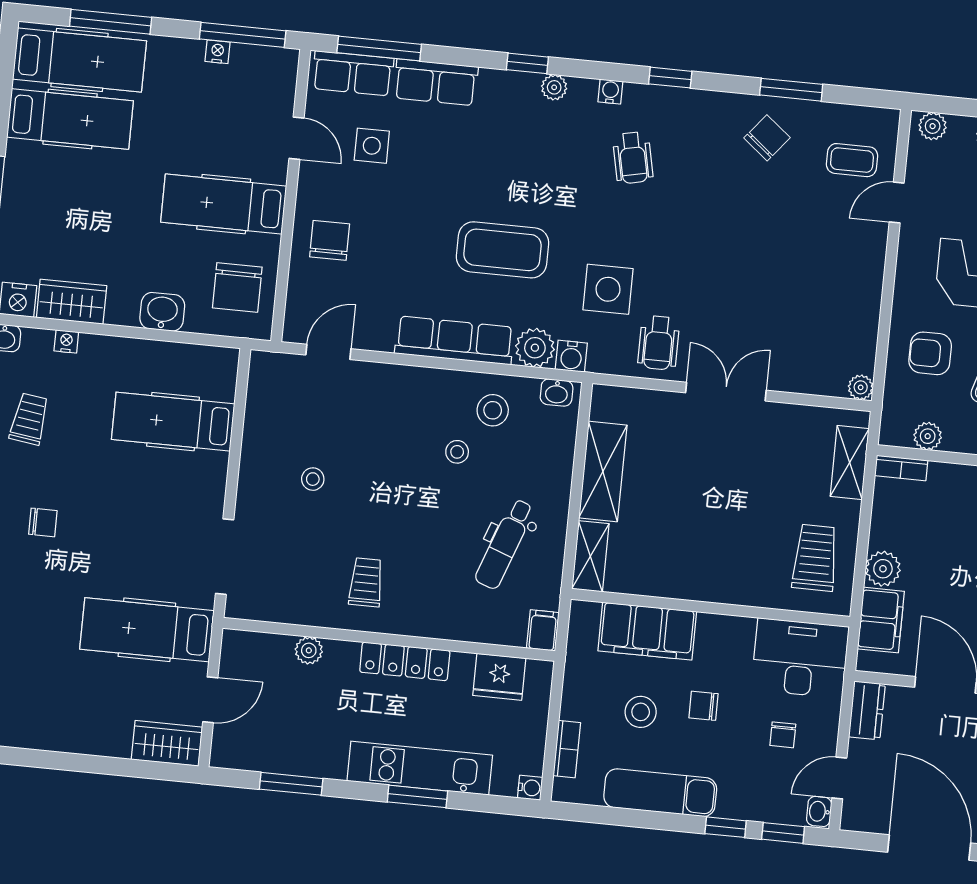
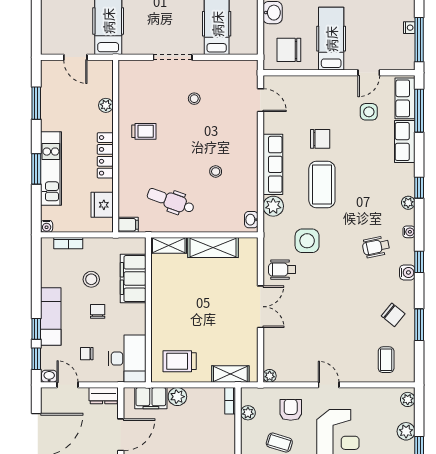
door: (897, 202) -> (329, 385), moved
chair: (330, 240) -> (320, 139), moved
water cooler: (571, 356) -> (407, 272), moved, turned 180
stool: (493, 410) -> (239, 188), removed
doorway: (225, 557) -> (173, 57), moved
trolley: (815, 558) -> (180, 361), turned 180
wardrobe: (167, 743) -> (51, 37), removed
exam couch: (660, 793) -> (51, 316), moved

